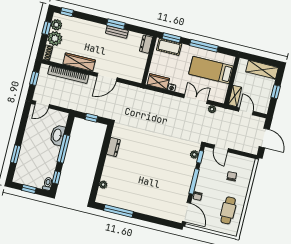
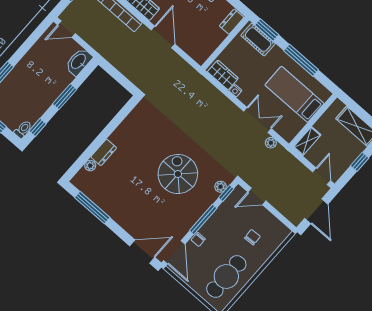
door: (107, 77) -> (163, 37), swing flipped
door: (246, 111) -> (322, 176), moved
window: (91, 118) -> (118, 77), removed
washbasin: (57, 135) -> (79, 62), moved
dresser: (113, 147) -> (104, 152), moved
door: (221, 148) -> (257, 196), hinge flipped
window: (64, 149) -> (65, 97), width x0.69
spiral stairs: (163, 161) -> (178, 174), added
cafe table: (228, 210) -> (226, 277), width x1.37, depth x1.35
door: (166, 223) -> (142, 252), added

